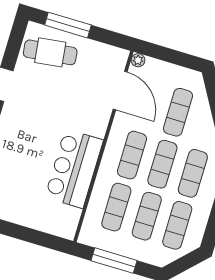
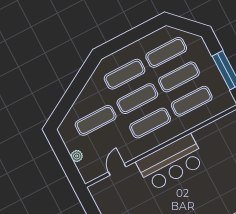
plant: (138, 60) -> (77, 156), moved
door: (120, 91) -> (117, 169), width x0.53
bar counter: (74, 169) -> (171, 163), moved

